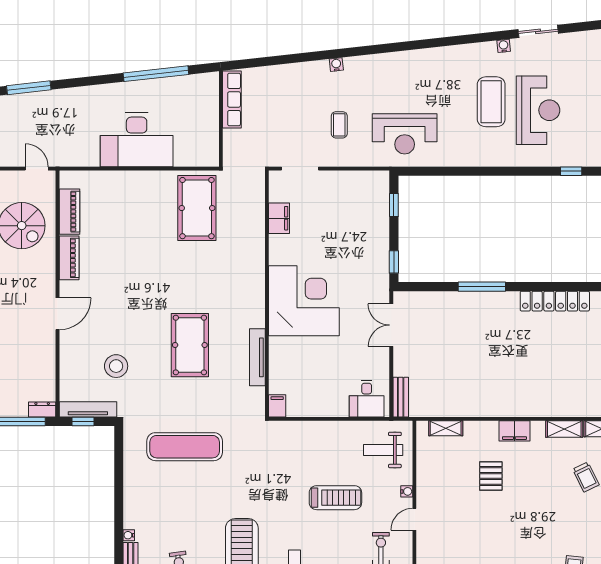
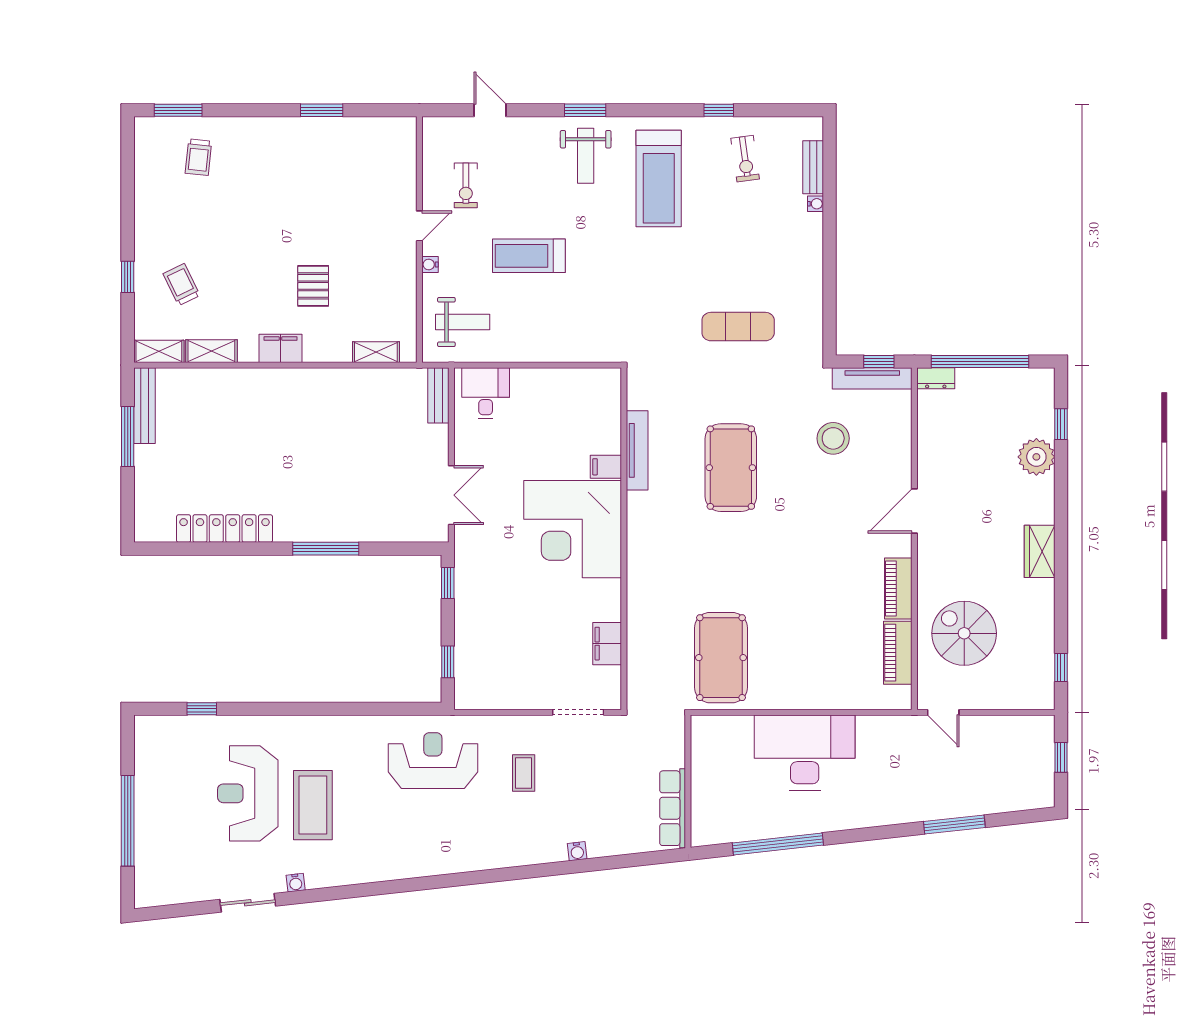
water cooler: (336, 65) -> (577, 851), moved
filing cabinet: (277, 406) -> (606, 467), moved, turned 90
exercise mat: (185, 447) -> (738, 327), width x0.73, depth x0.69

